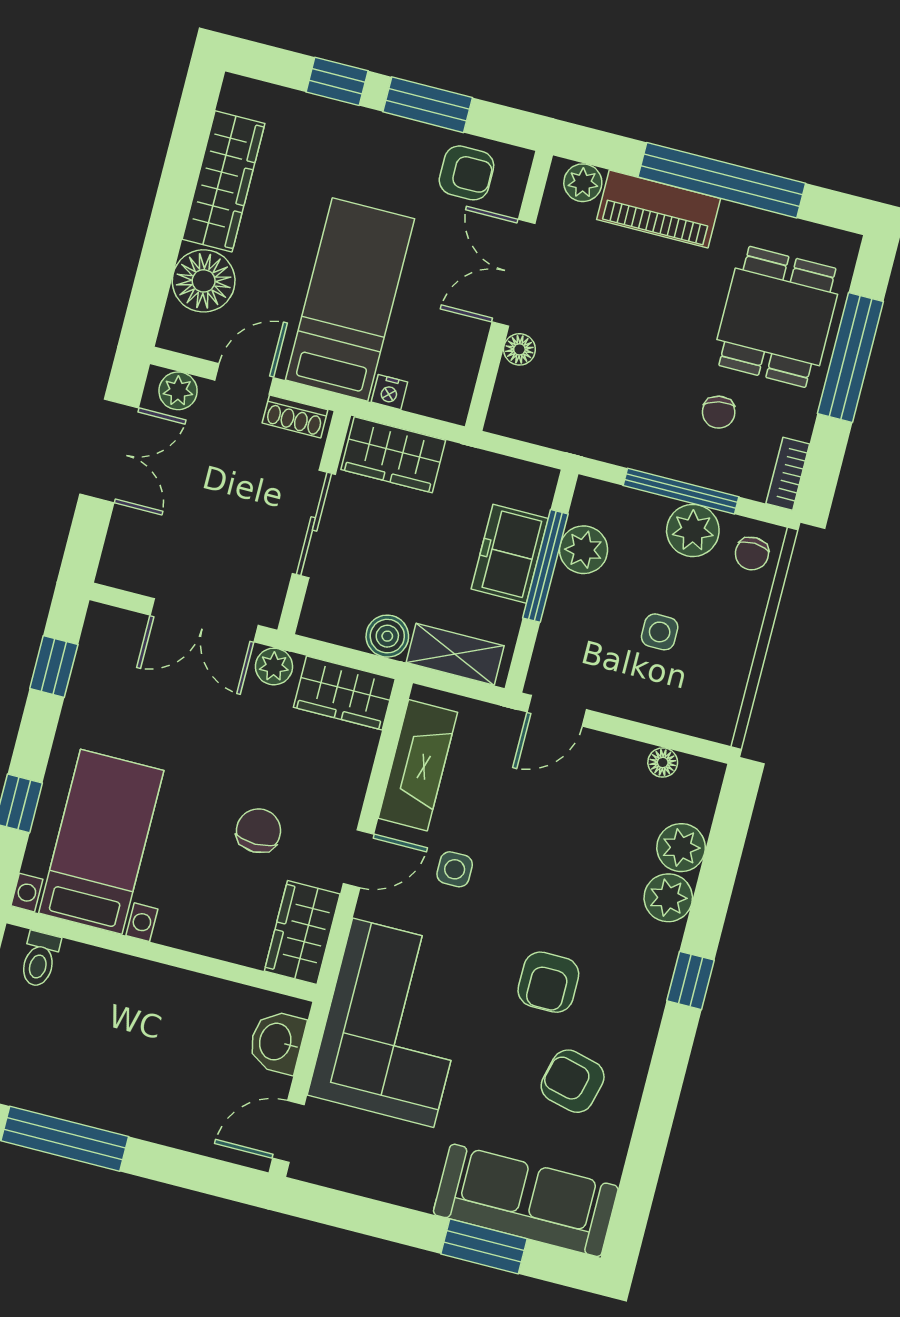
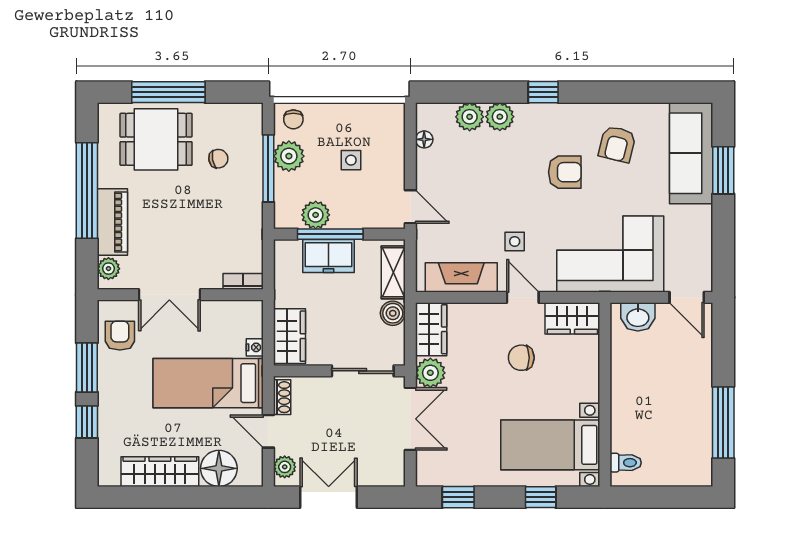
floor lamp: (519, 349) -> (212, 280), removed
bookcase: (788, 474) -> (243, 281), moved, turned 180
sliding door: (314, 524) -> (363, 371), moved
chair: (752, 554) -> (293, 119), turned 88
plant: (274, 666) -> (430, 373), width x1.38, depth x1.38

